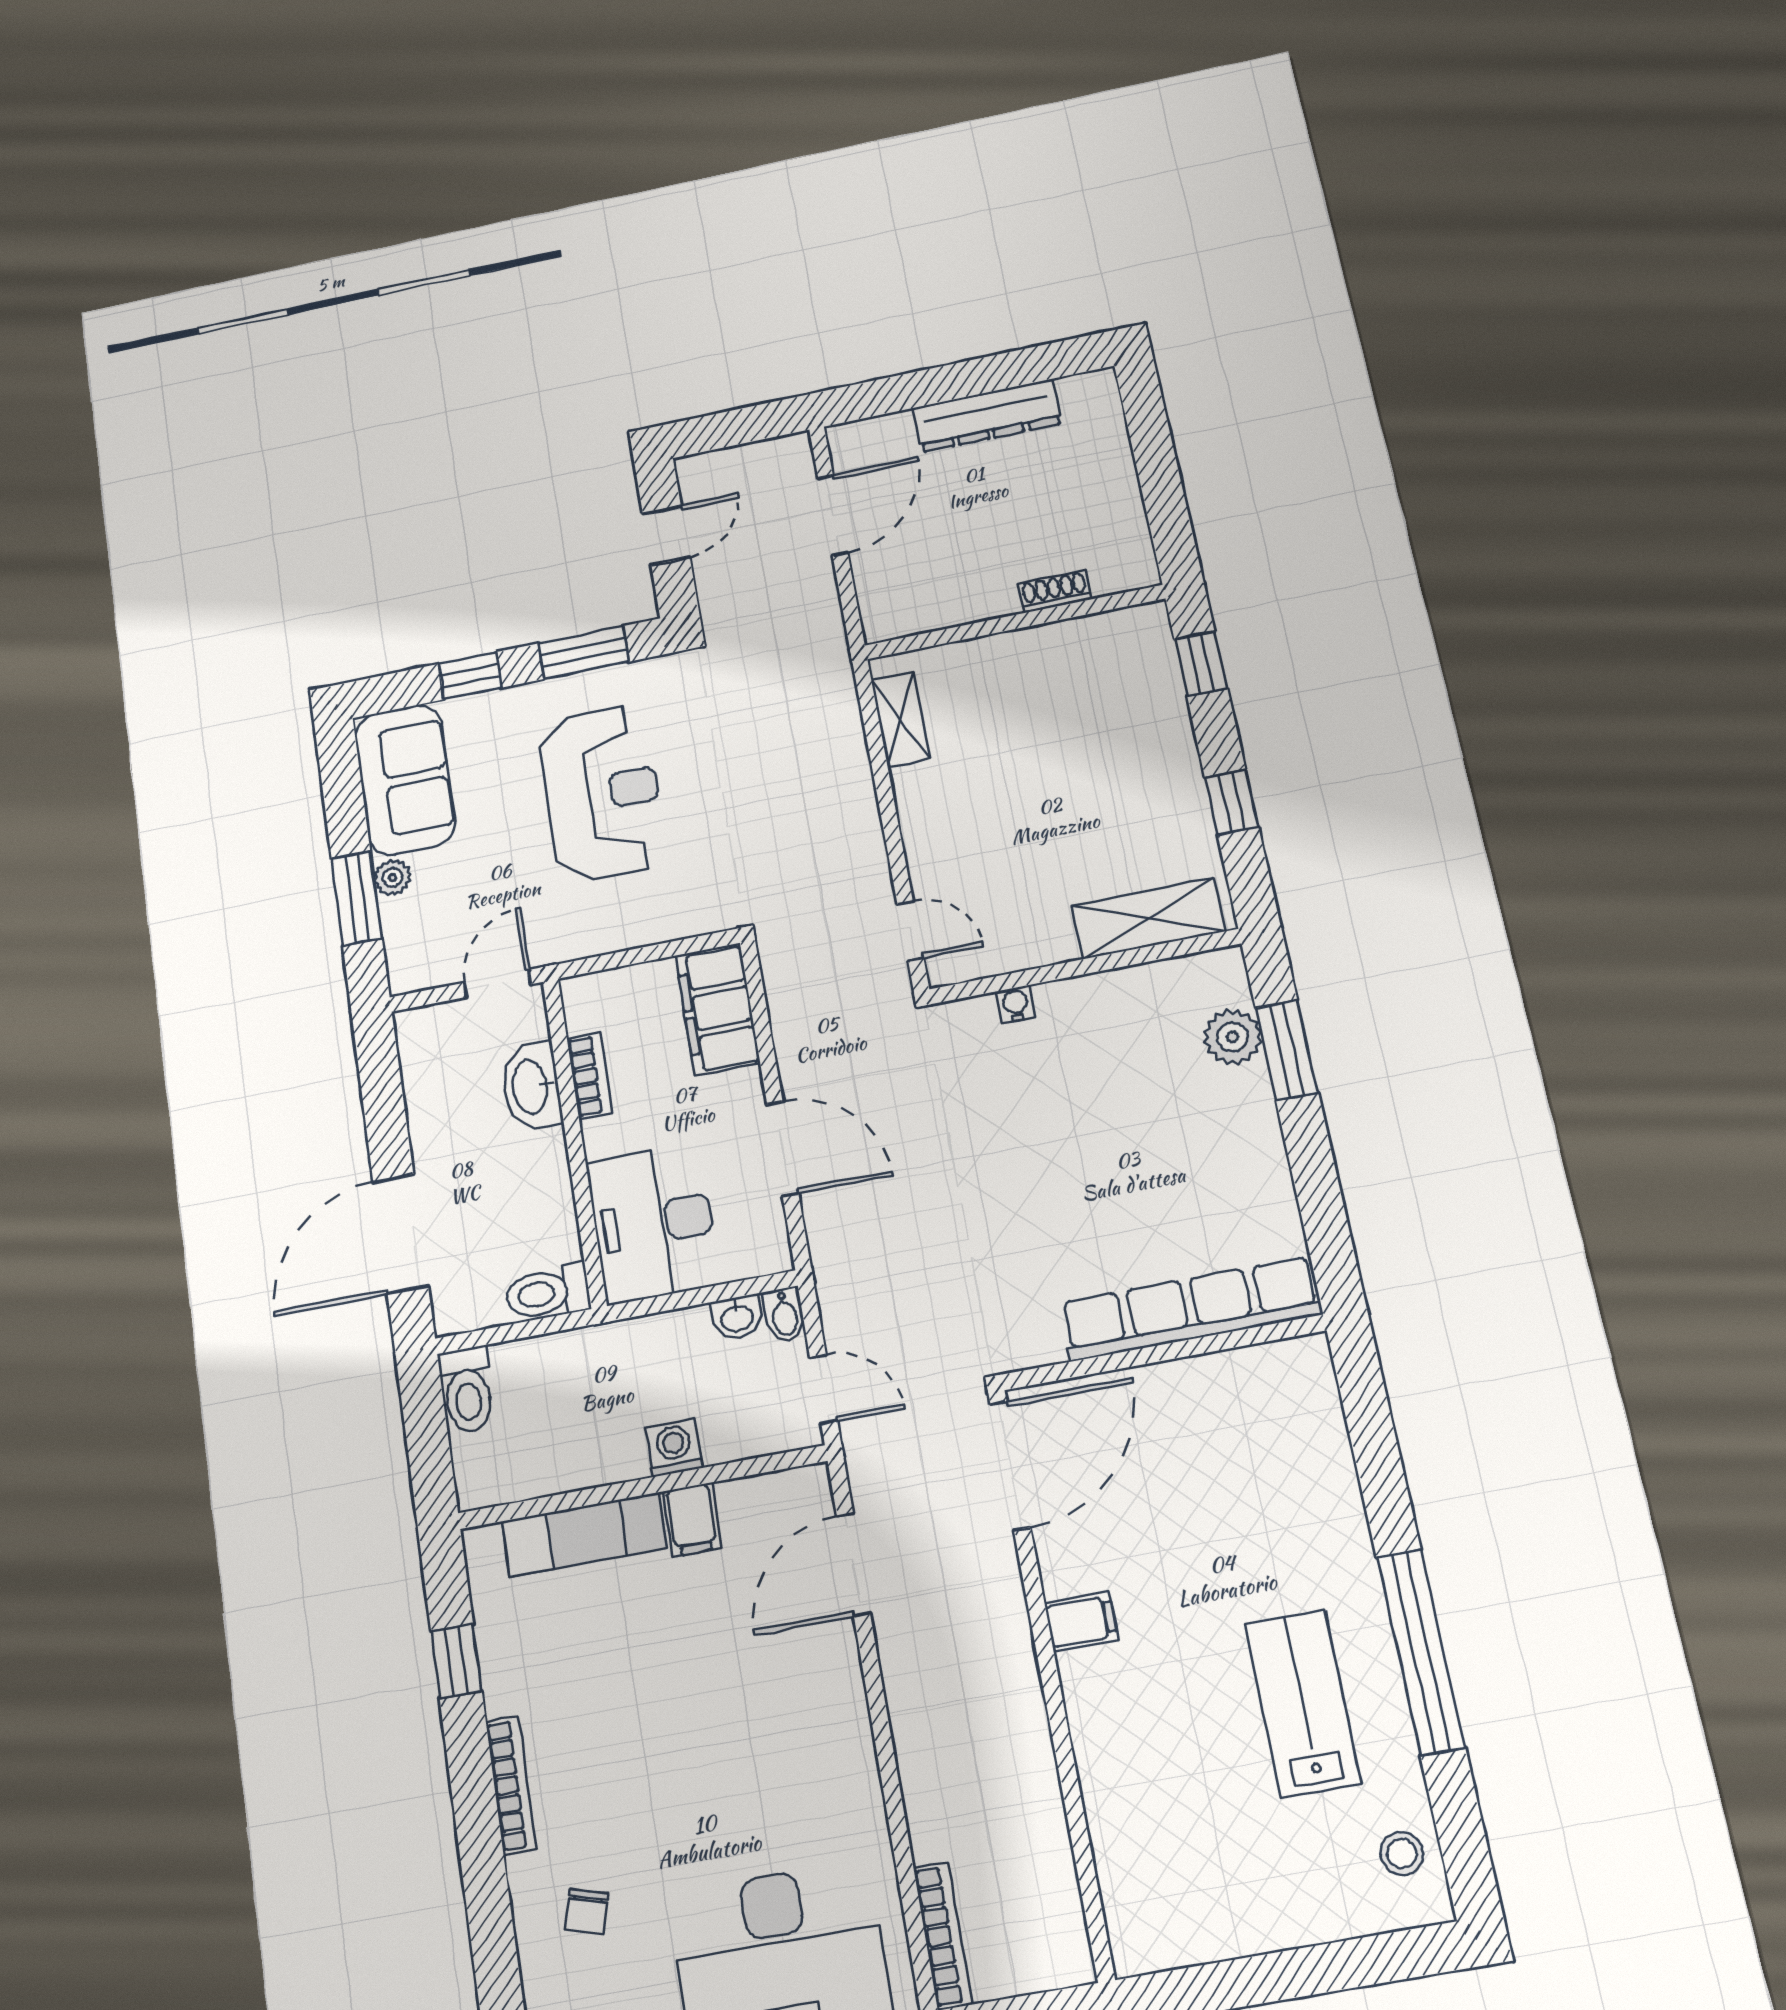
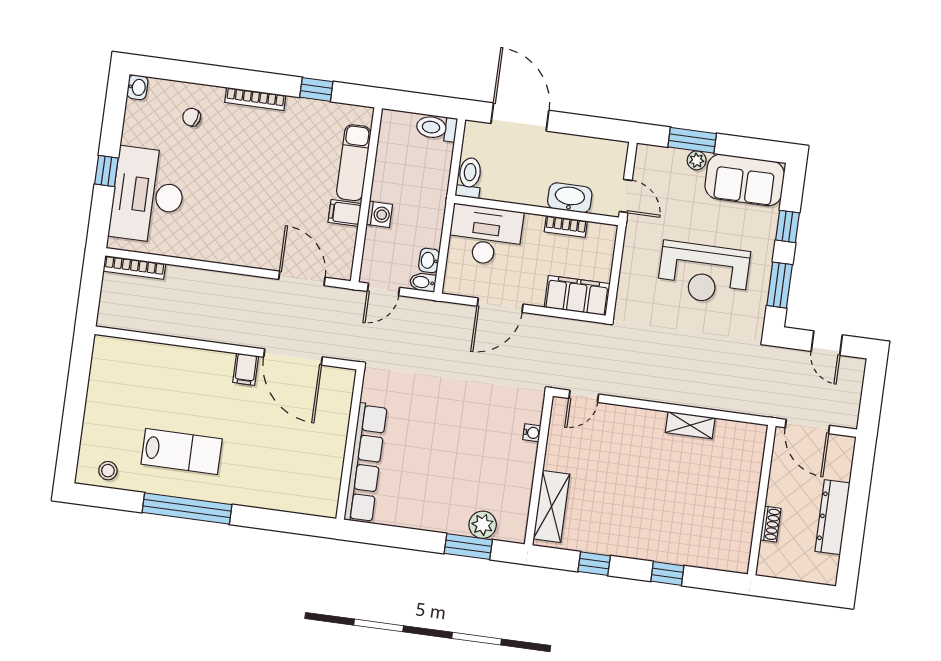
shoe rack: (1055, 591) -> (771, 524), moved
wall: (1015, 622) -> (762, 500), moved
door: (1010, 1466) -> (293, 357), moved

